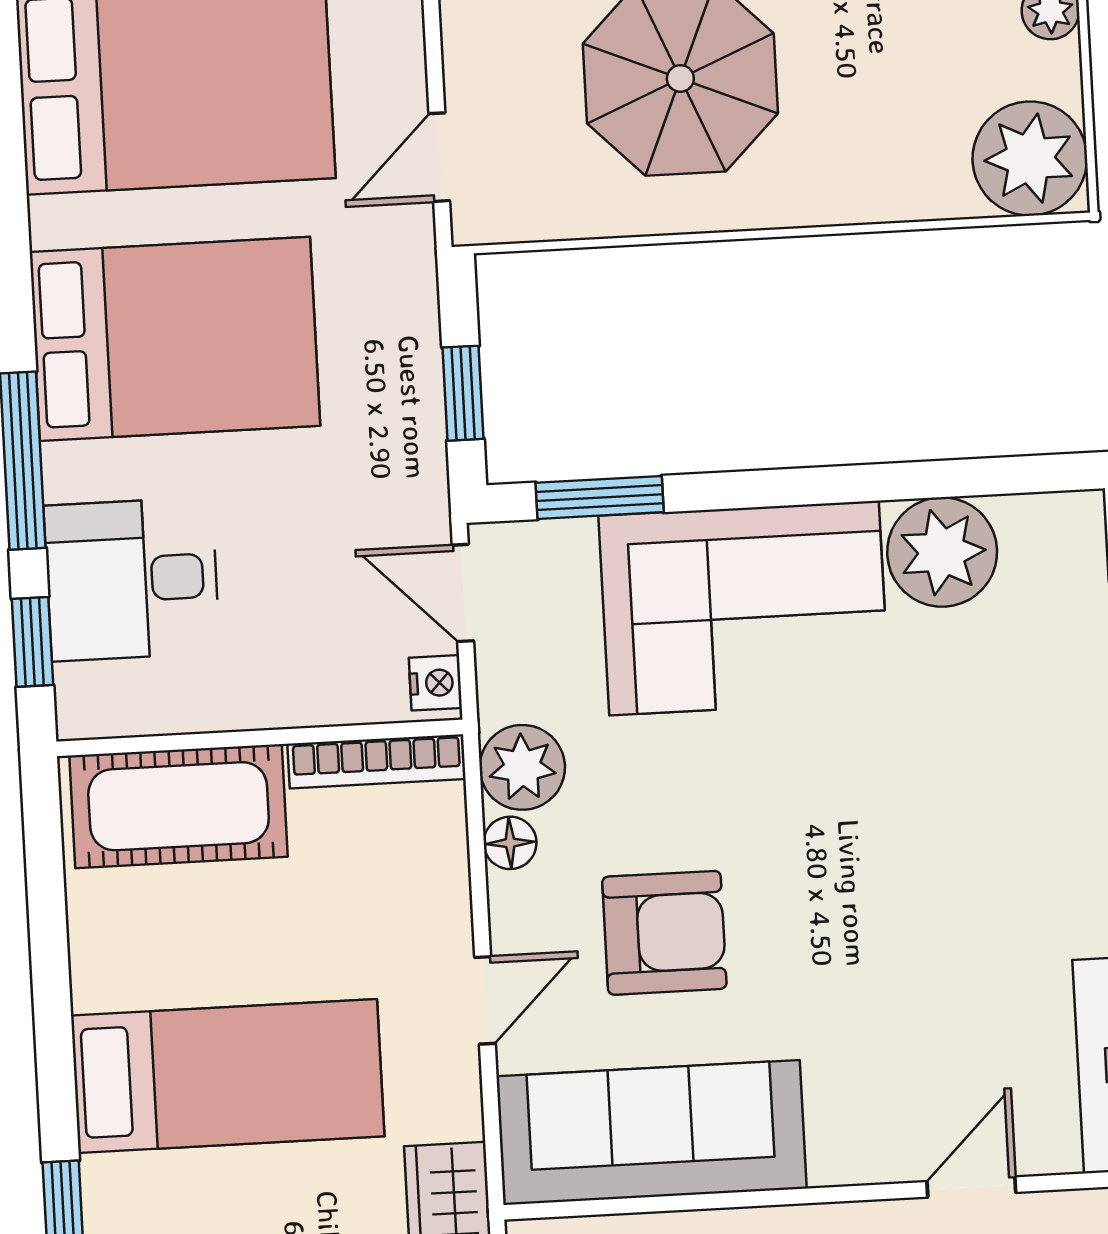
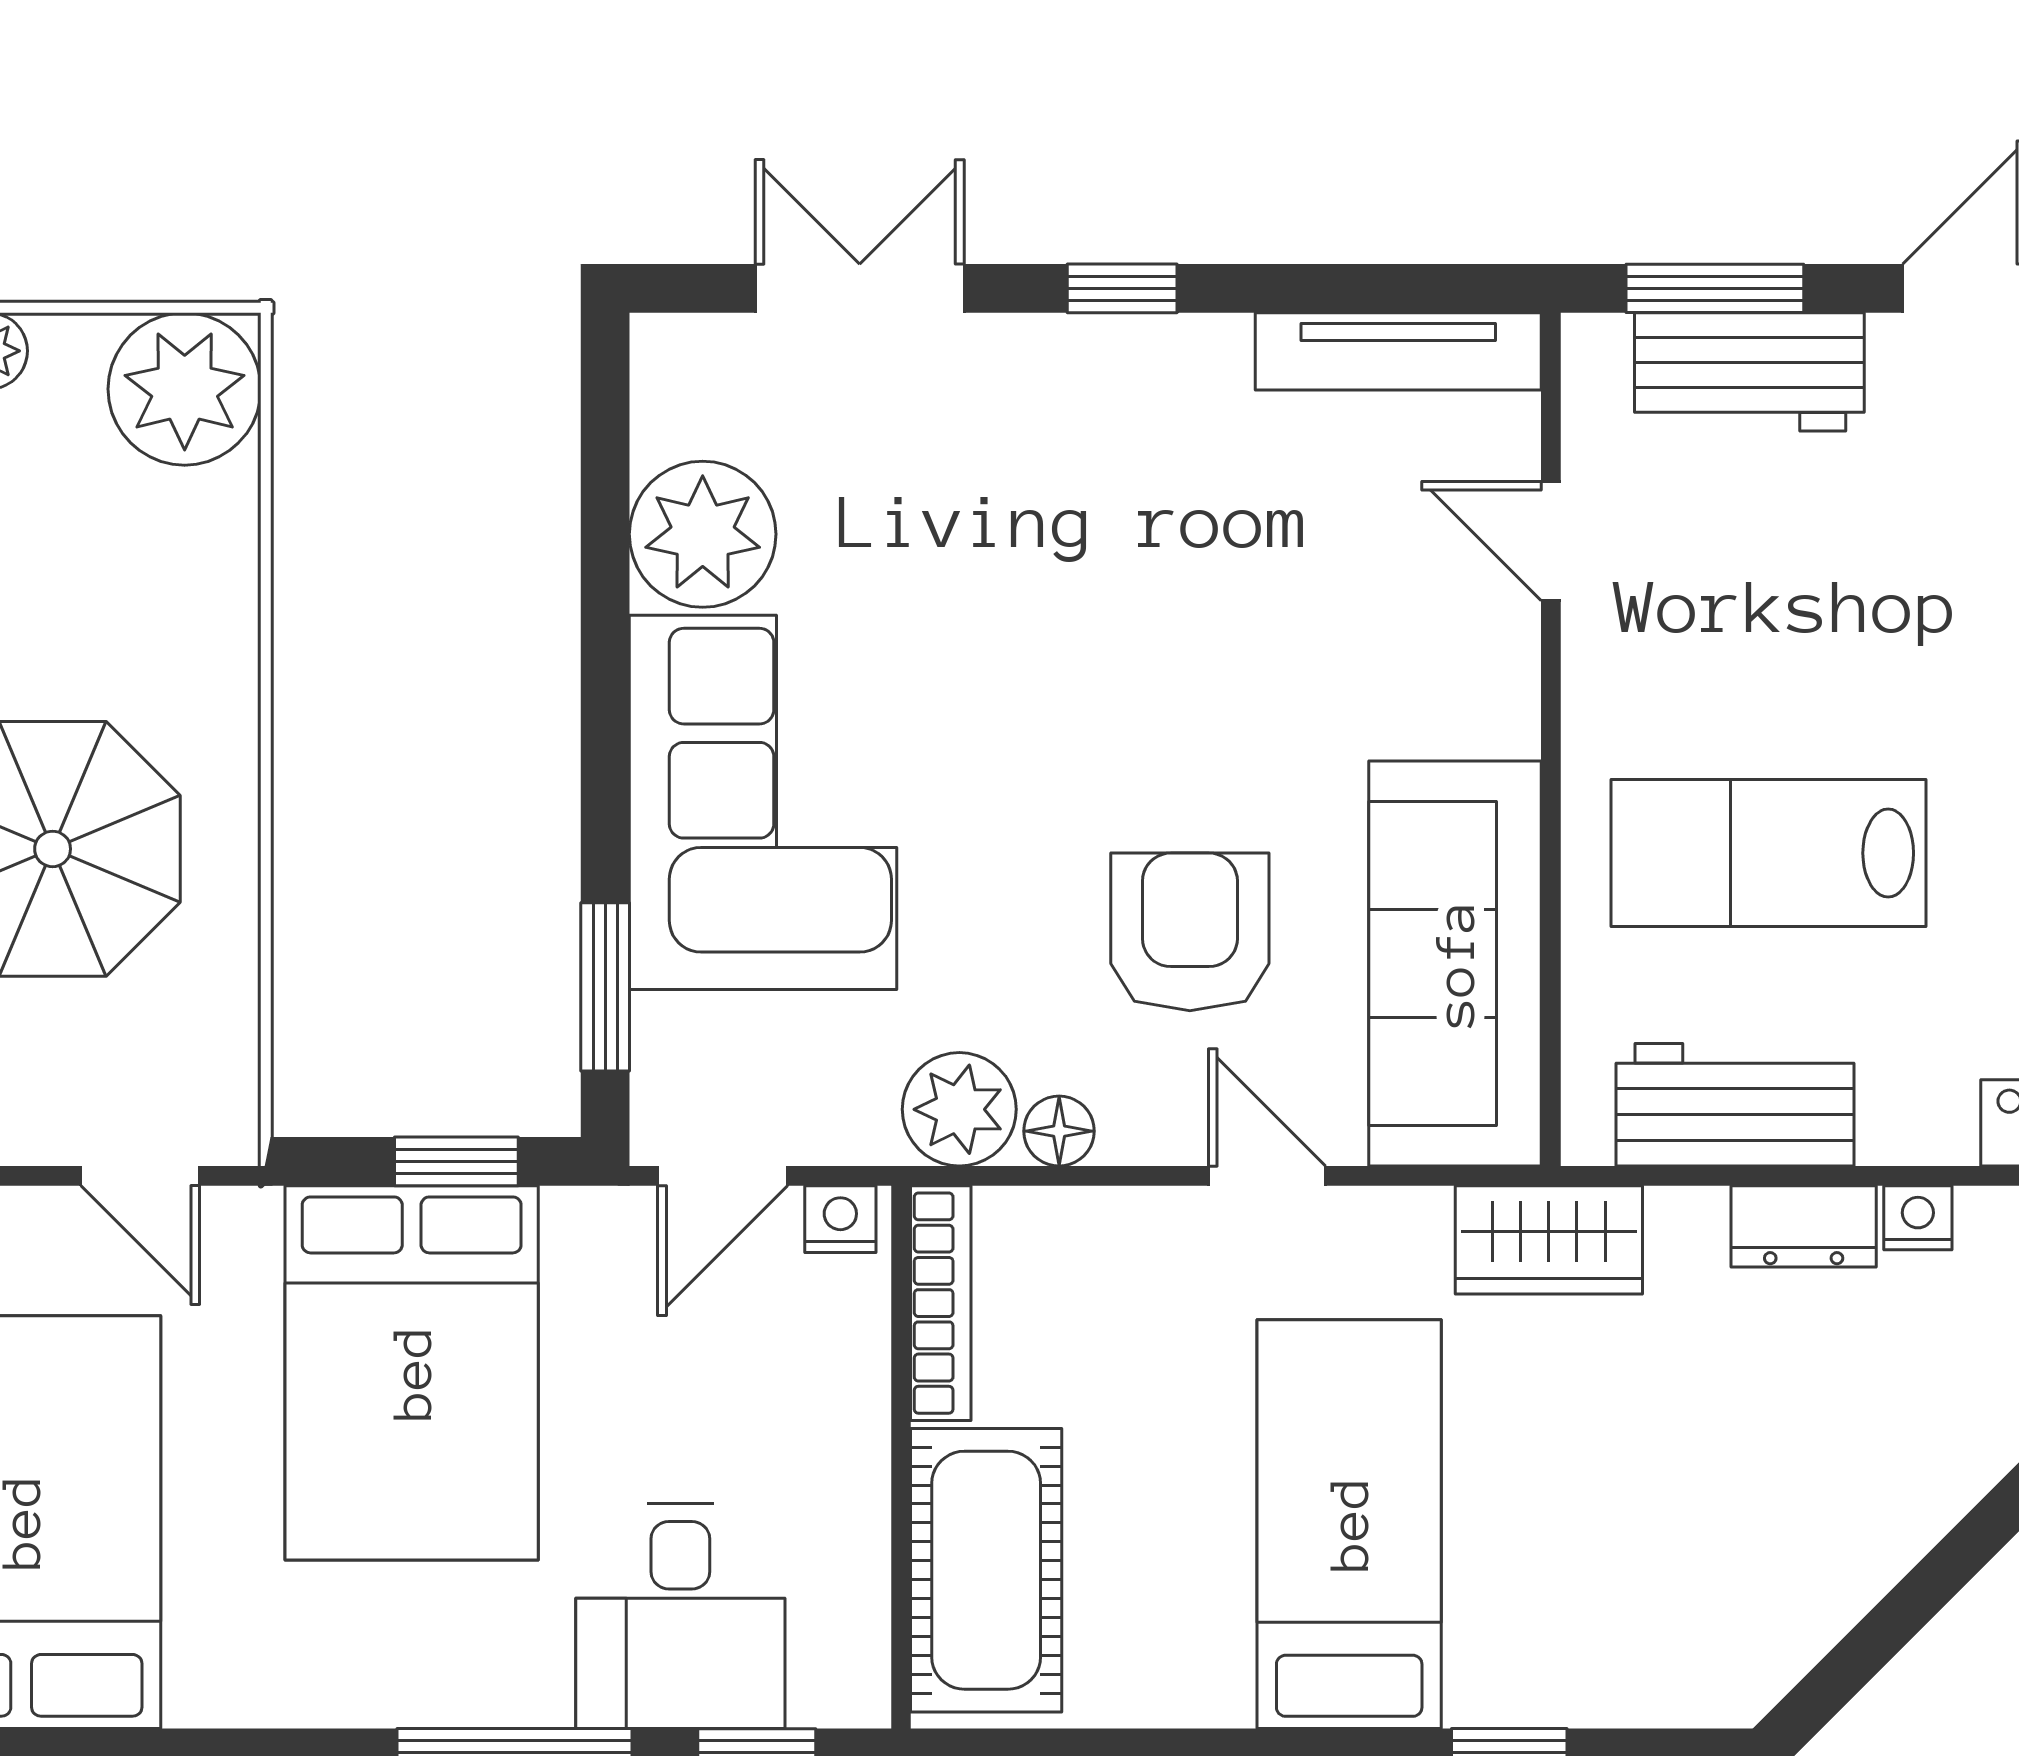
bed: (175, 339) -> (412, 1373), moved, turned 180

